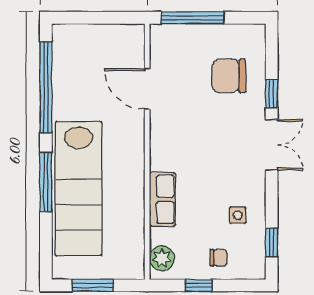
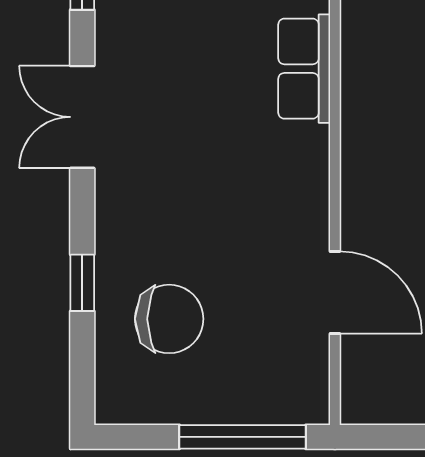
double door: (272, 145) -> (82, 117), moved
side table: (238, 215) -> (151, 36), removed

